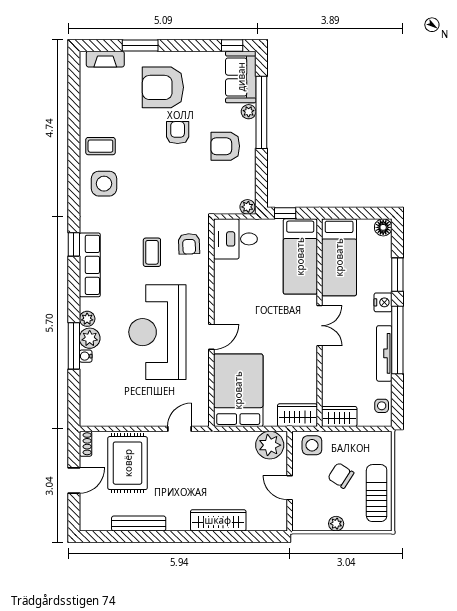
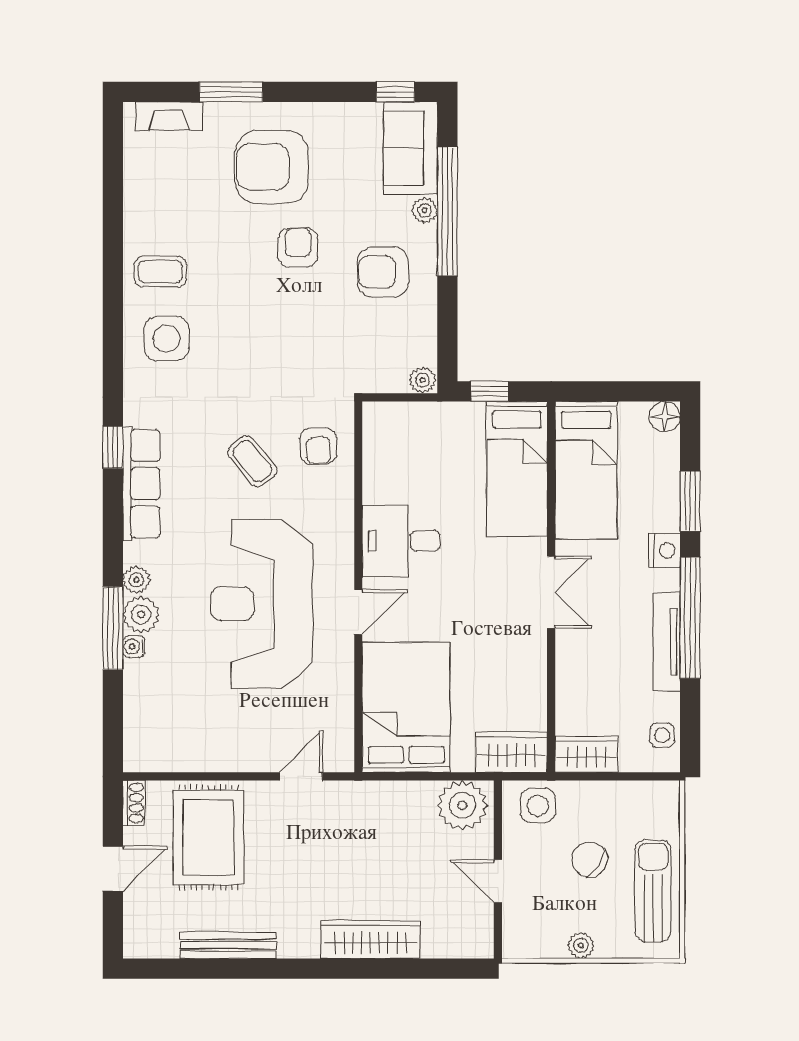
desk: (235, 239) -> (401, 541), moved
coffee table: (152, 252) -> (252, 461), turned -39

